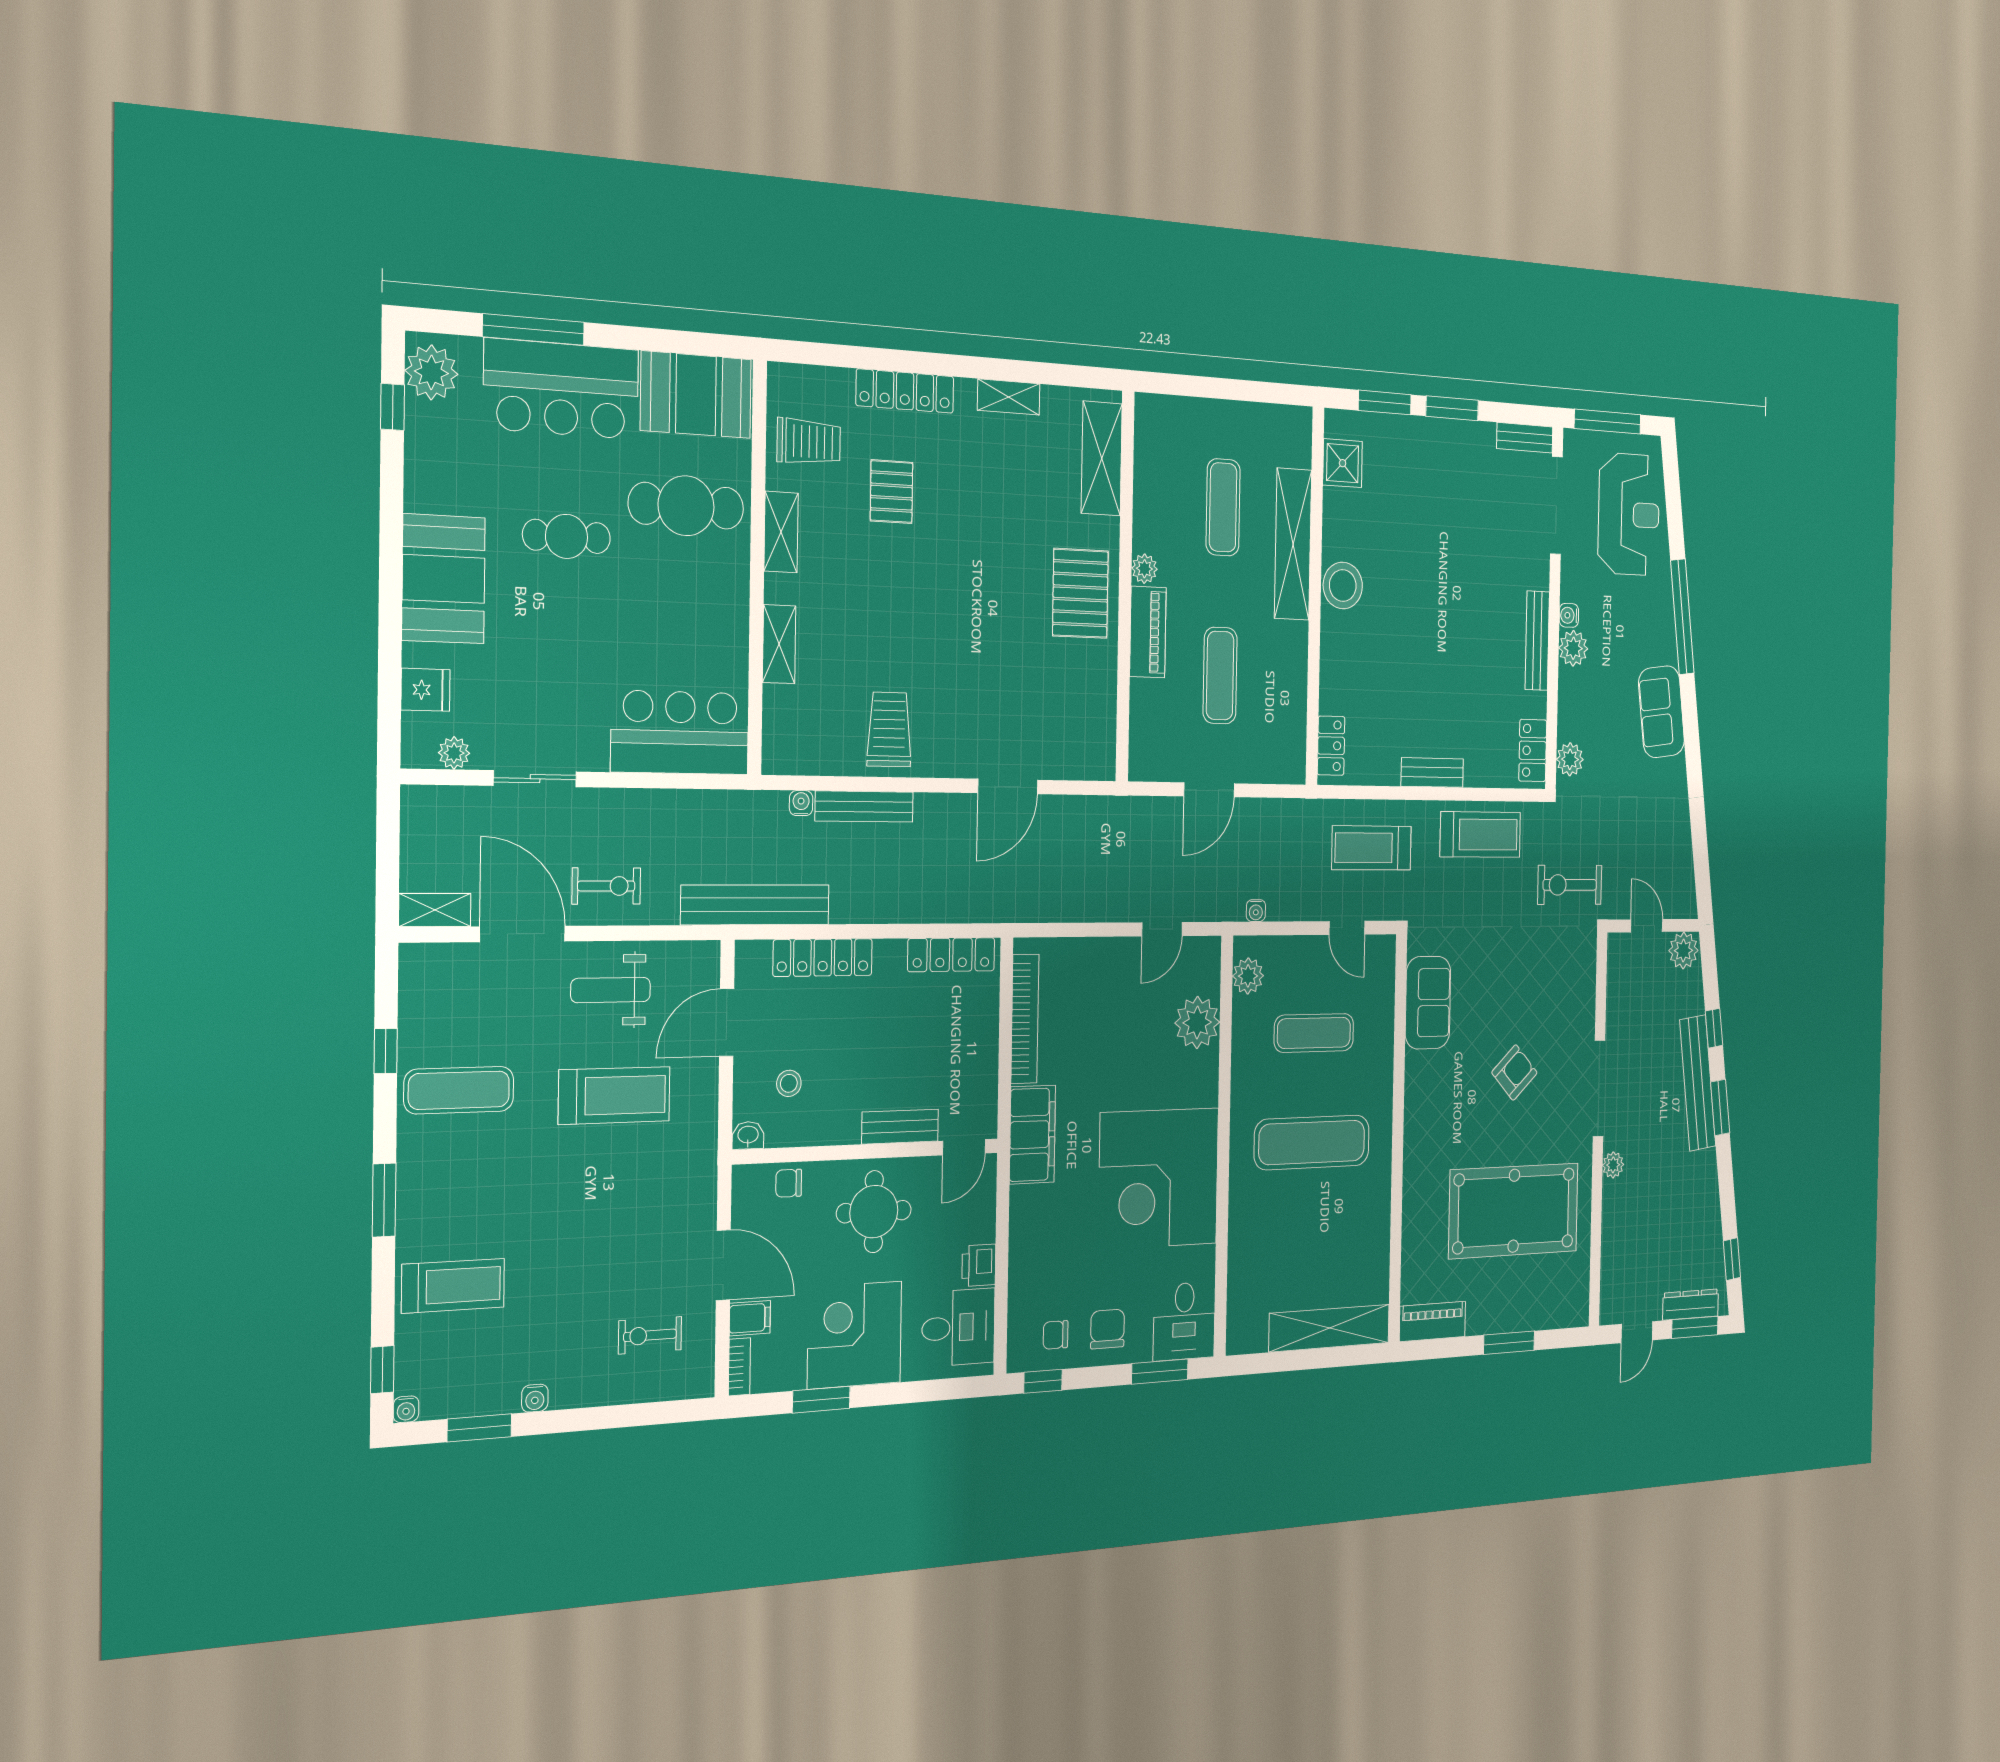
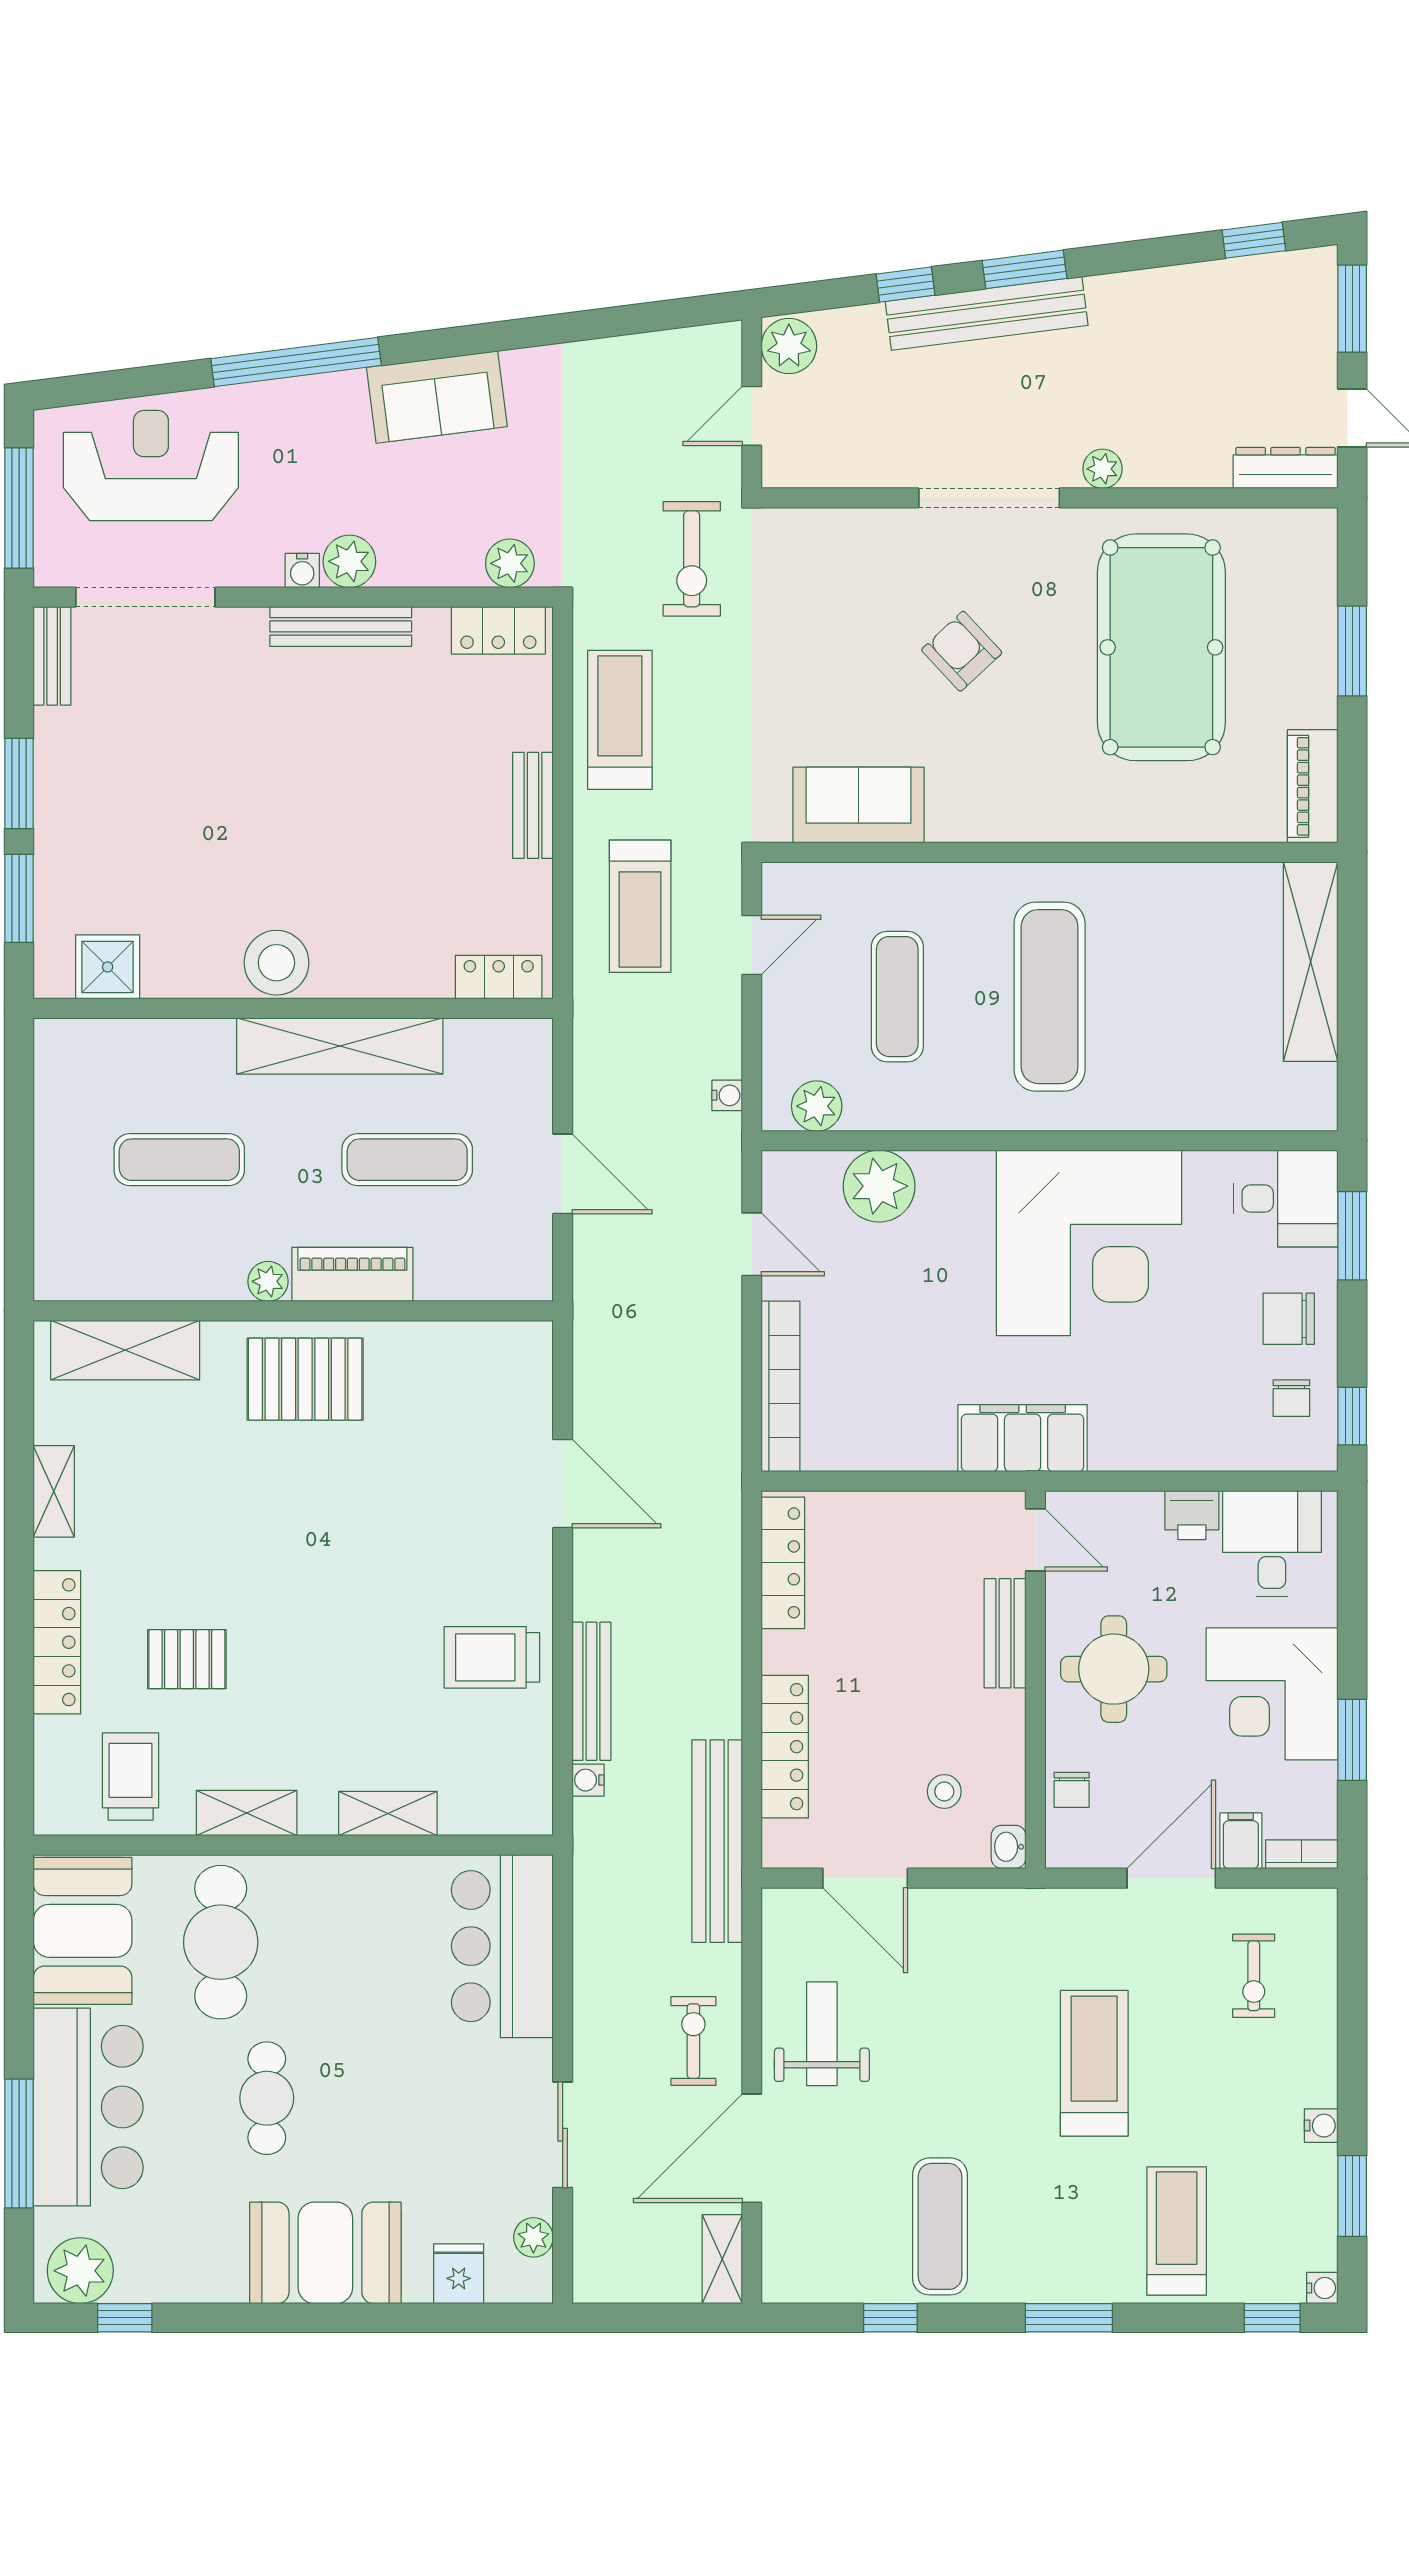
shelving: (1293, 544) -> (340, 1046), moved
weight bench: (611, 990) -> (822, 2034), turned 180
bookcase: (1025, 1019) -> (781, 1386), moved, turned 90
treadmill: (614, 1095) -> (1094, 2063), moved
dresser: (1691, 1305) -> (1286, 468), moved, turned 90

